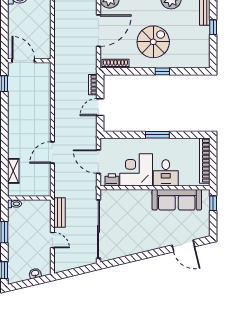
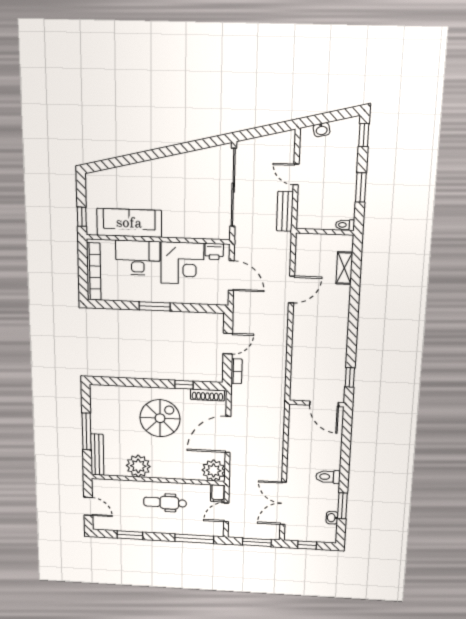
window: (213, 27) -> (87, 431), width x2.17
spiral stairs: (153, 42) -> (160, 418), turned 180
window: (162, 71) -> (184, 385), moved
desk: (166, 173) -> (138, 258), width x1.37
door: (183, 246) -> (120, 161), removed

